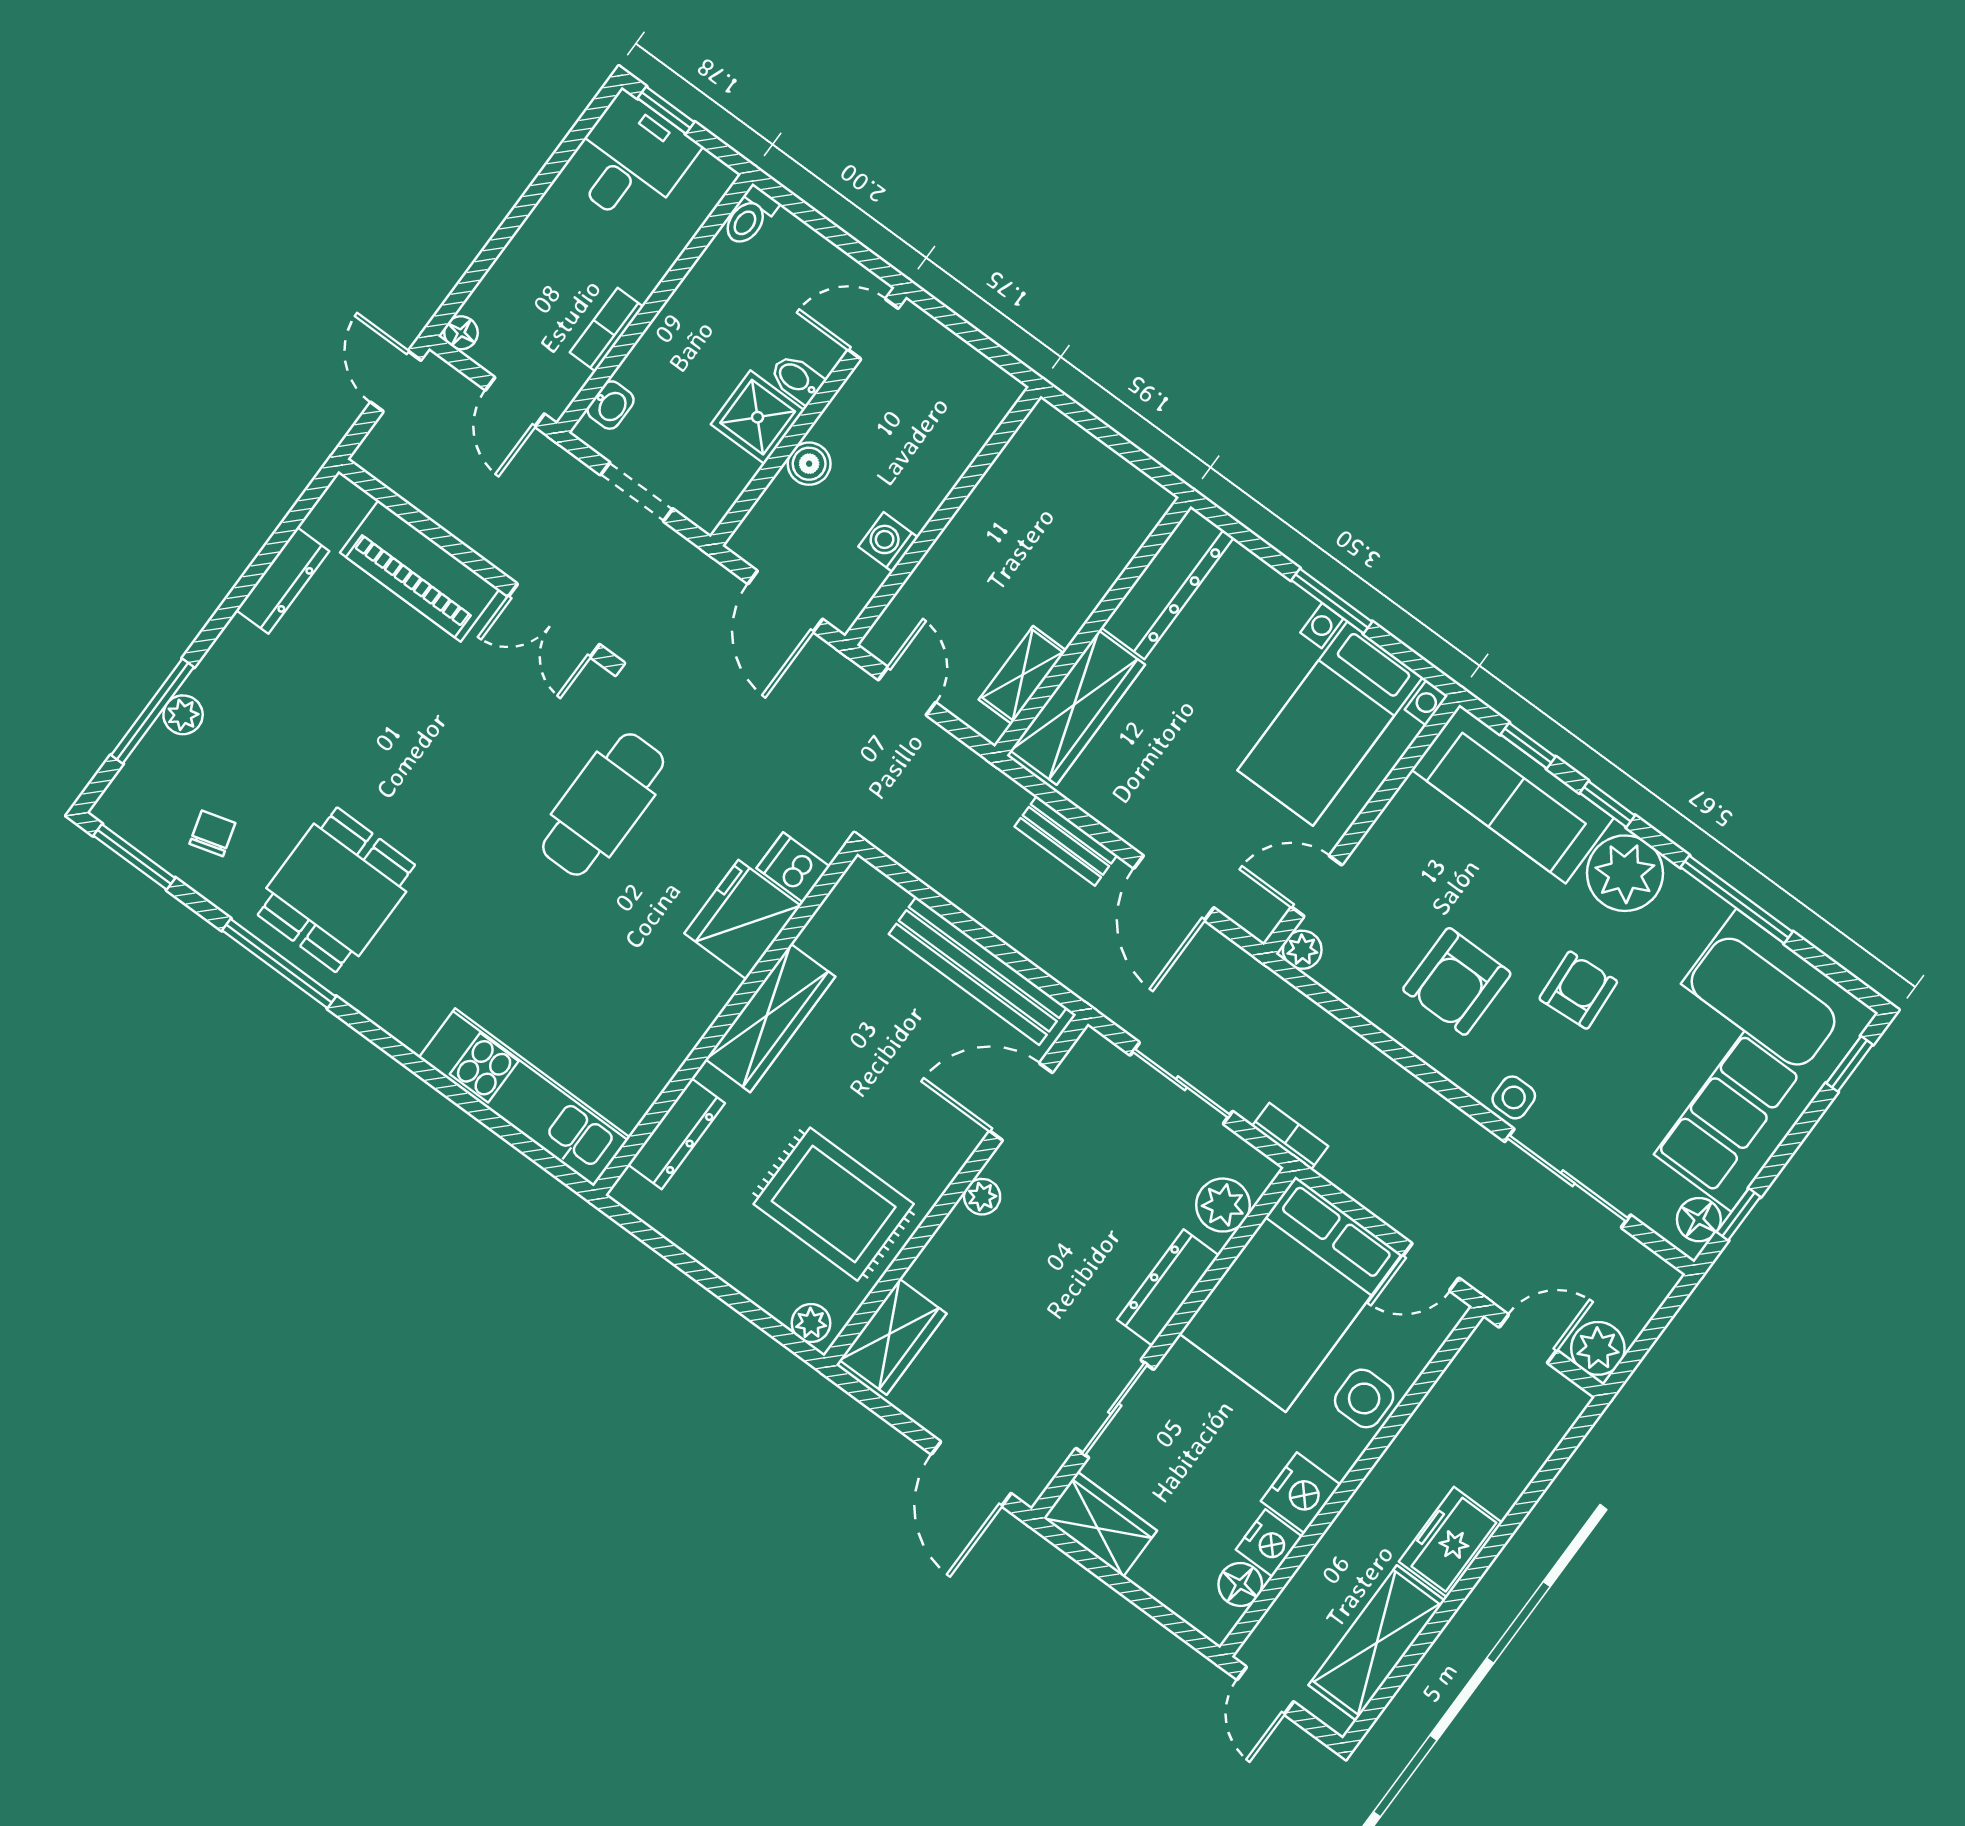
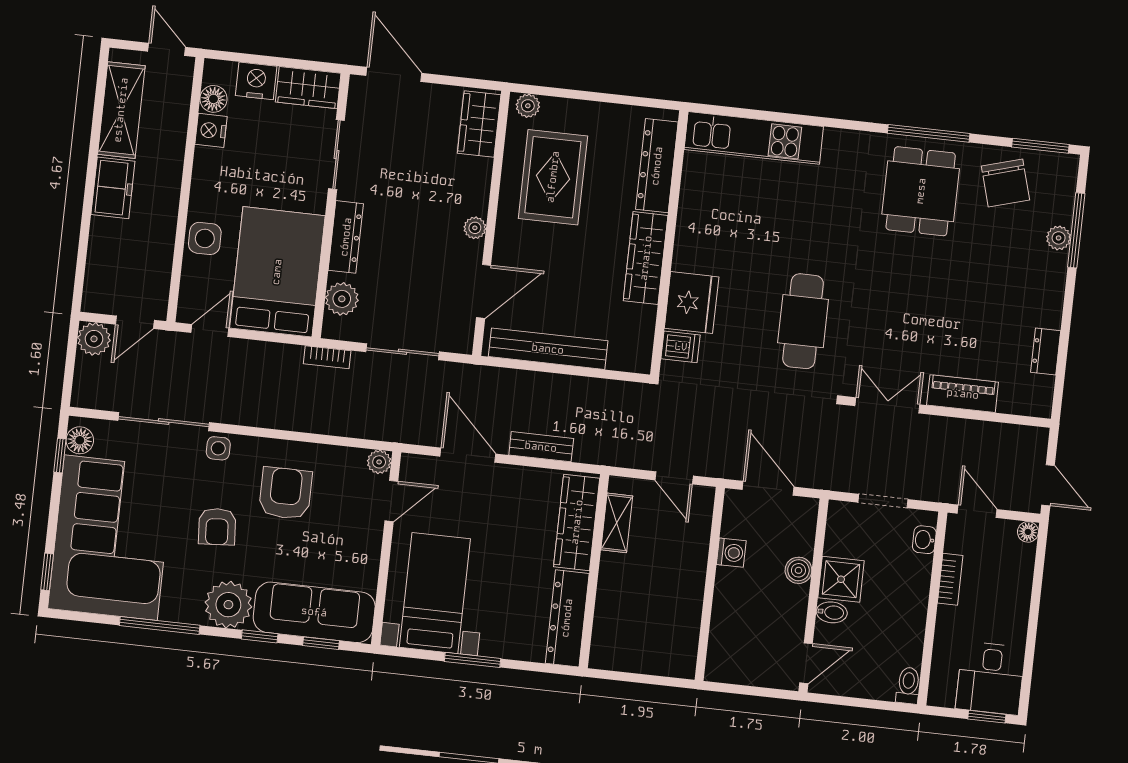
piano: (420, 571) -> (963, 394), width x0.73, depth x0.75
dresser: (283, 581) -> (1046, 352), width x0.70
chair: (212, 833) -> (1005, 183), width x1.87, depth x1.87
dresser: (676, 1134) -> (657, 166), width x1.37, depth x1.24
rug: (834, 1204) -> (553, 177), turned 90
nightstand: (1301, 1493) -> (256, 81), moved, turned 90

